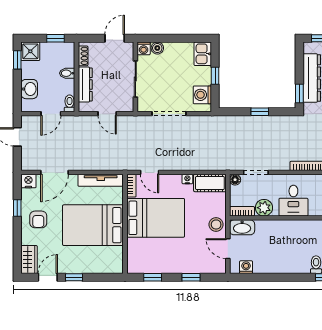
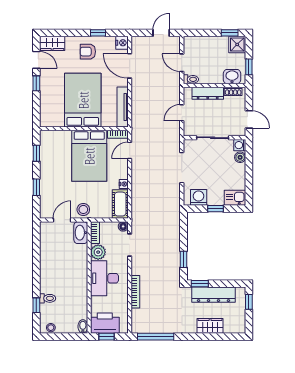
bidet: (67, 73) -> (218, 77), removed
washbasin: (29, 89) -> (232, 77), moved, turned 180
window: (260, 112) -> (183, 259), moved
desk: (293, 201) -> (104, 278), width x1.37
washing machine: (246, 267) -> (45, 236), removed

